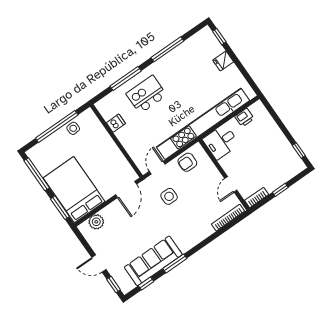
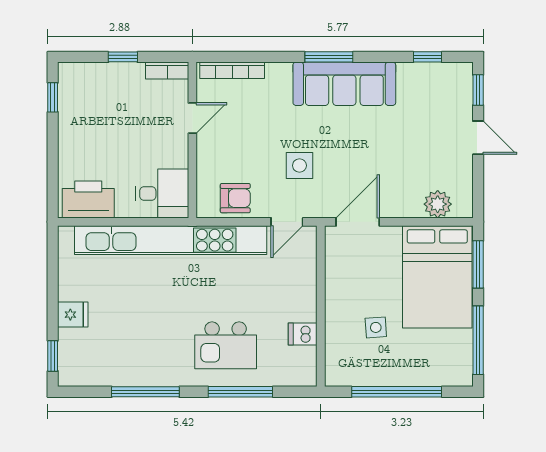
printer: (244, 118) -> (88, 200), width x1.87, depth x1.48
side table: (73, 128) -> (376, 327), moved
sofa: (153, 261) -> (344, 84), moved
window: (175, 263) -> (329, 57), moved

